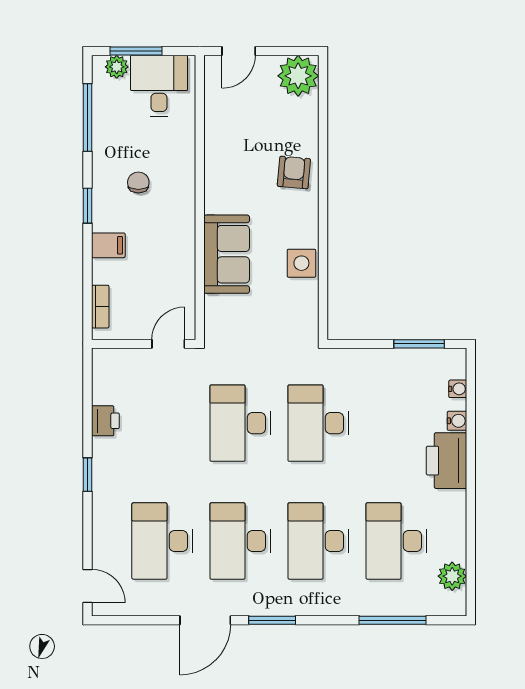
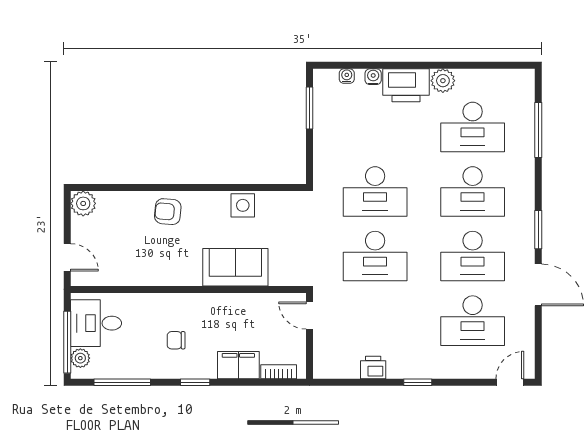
window: (136, 51) -> (67, 342), width x1.44
plant: (298, 76) -> (83, 203), width x0.73, depth x0.73
filing cabinet: (108, 245) -> (238, 365), width x2.00
plant: (452, 576) -> (443, 81), moved

